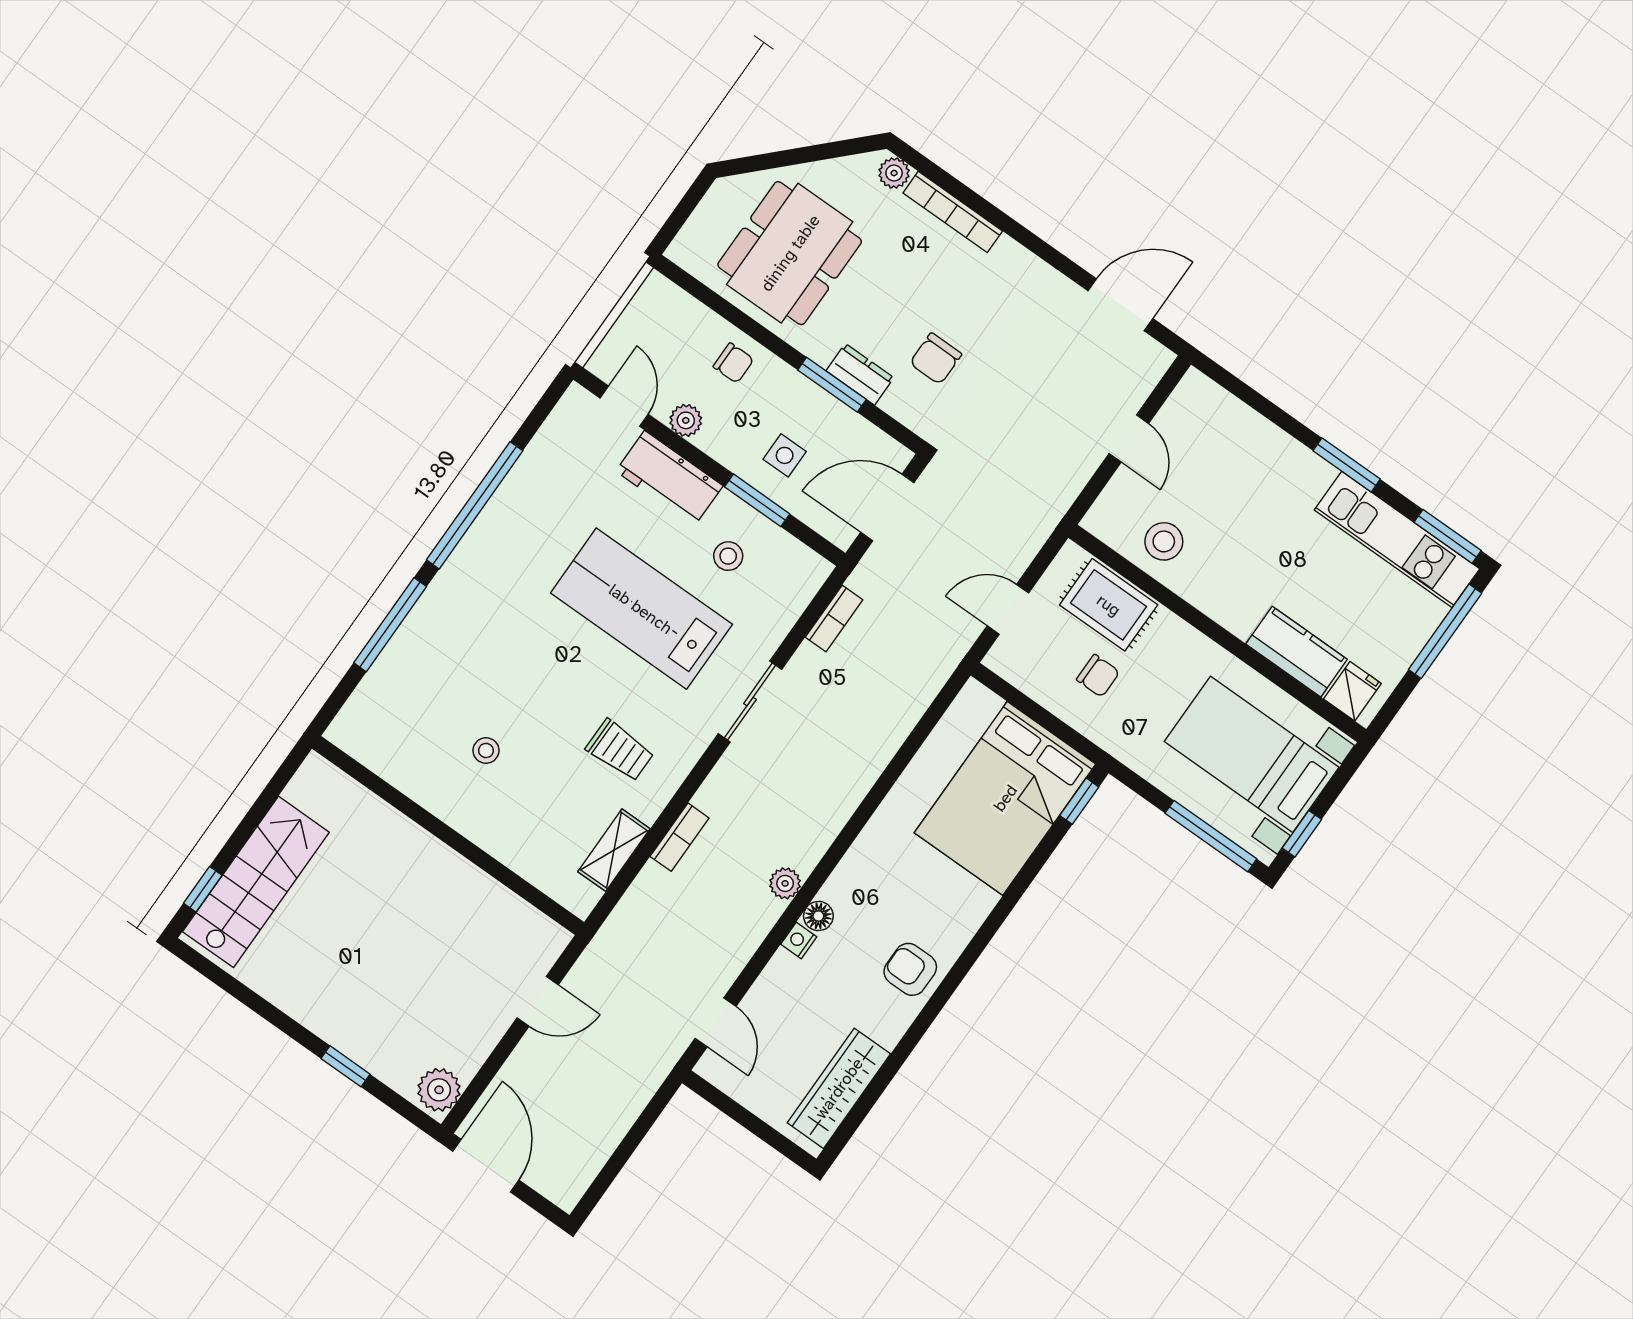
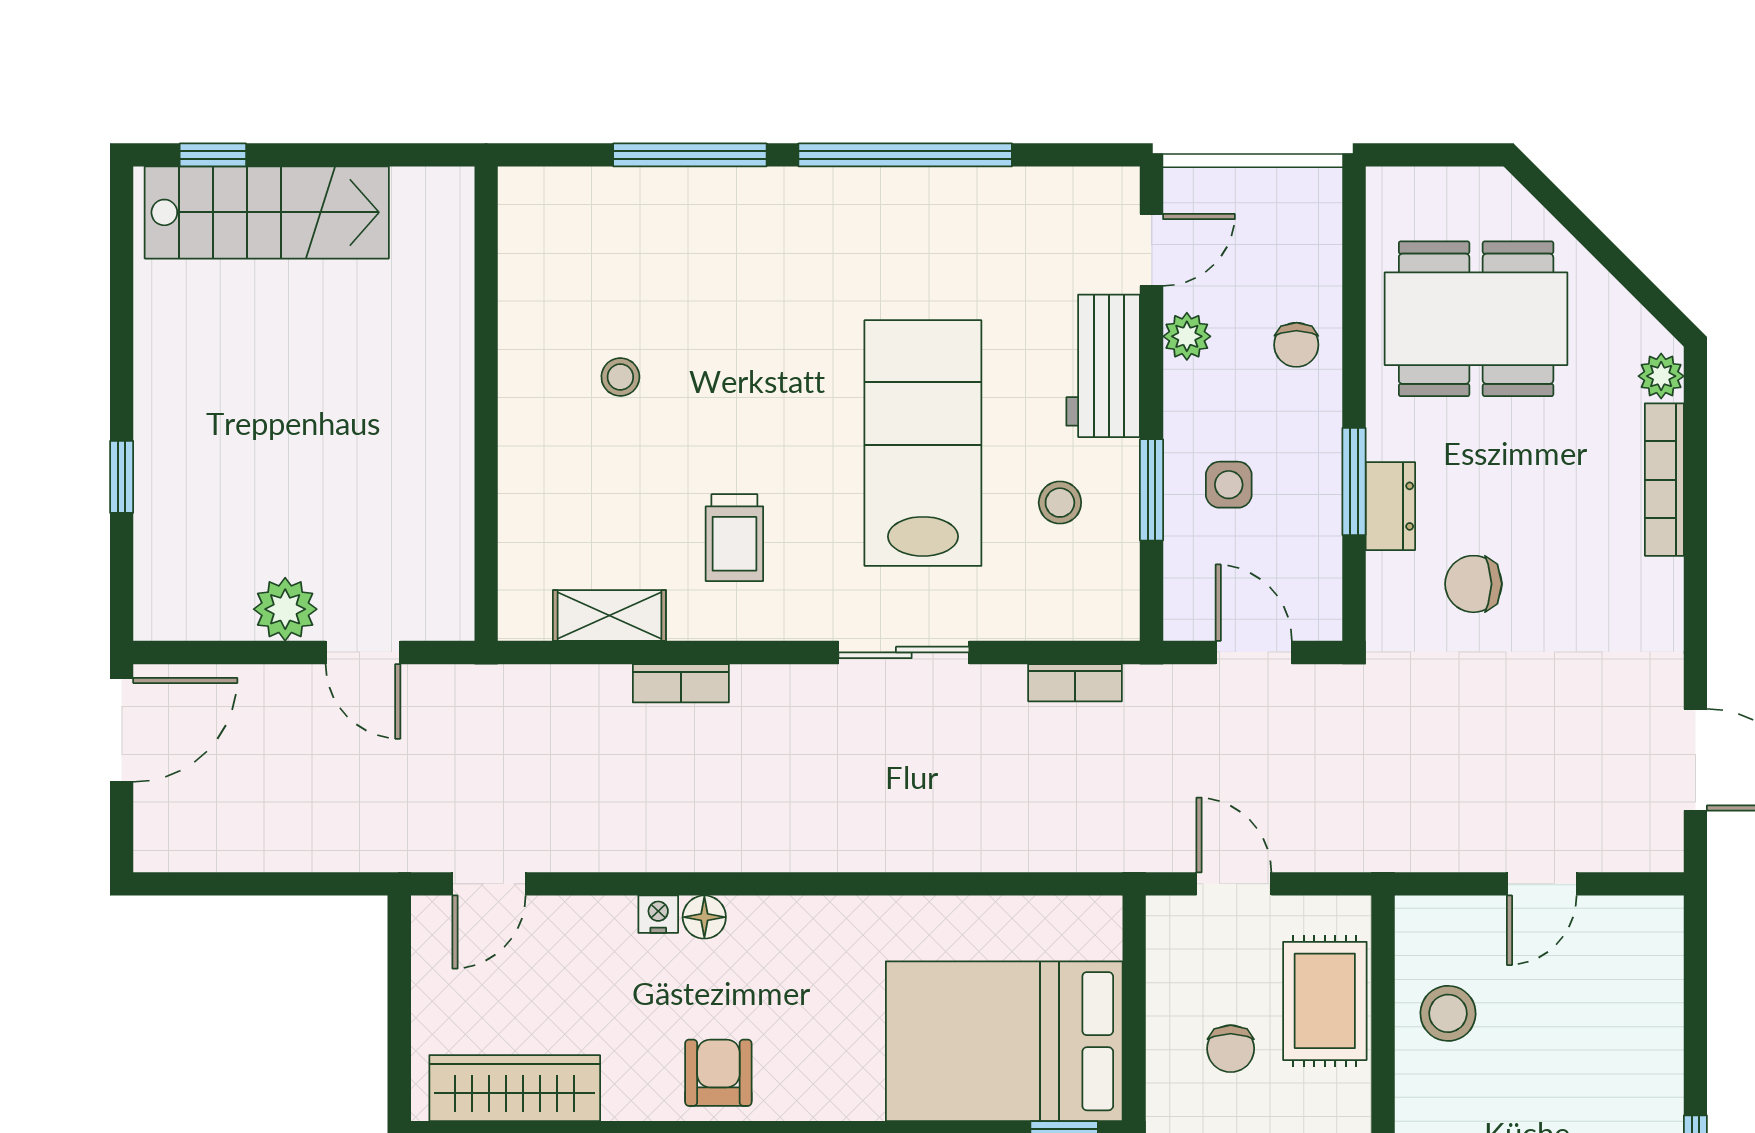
door: (887, 507) -> (1254, 652), width x0.73
plant: (785, 883) -> (715, 849), removed
plant: (439, 1090) -> (285, 609), moved

